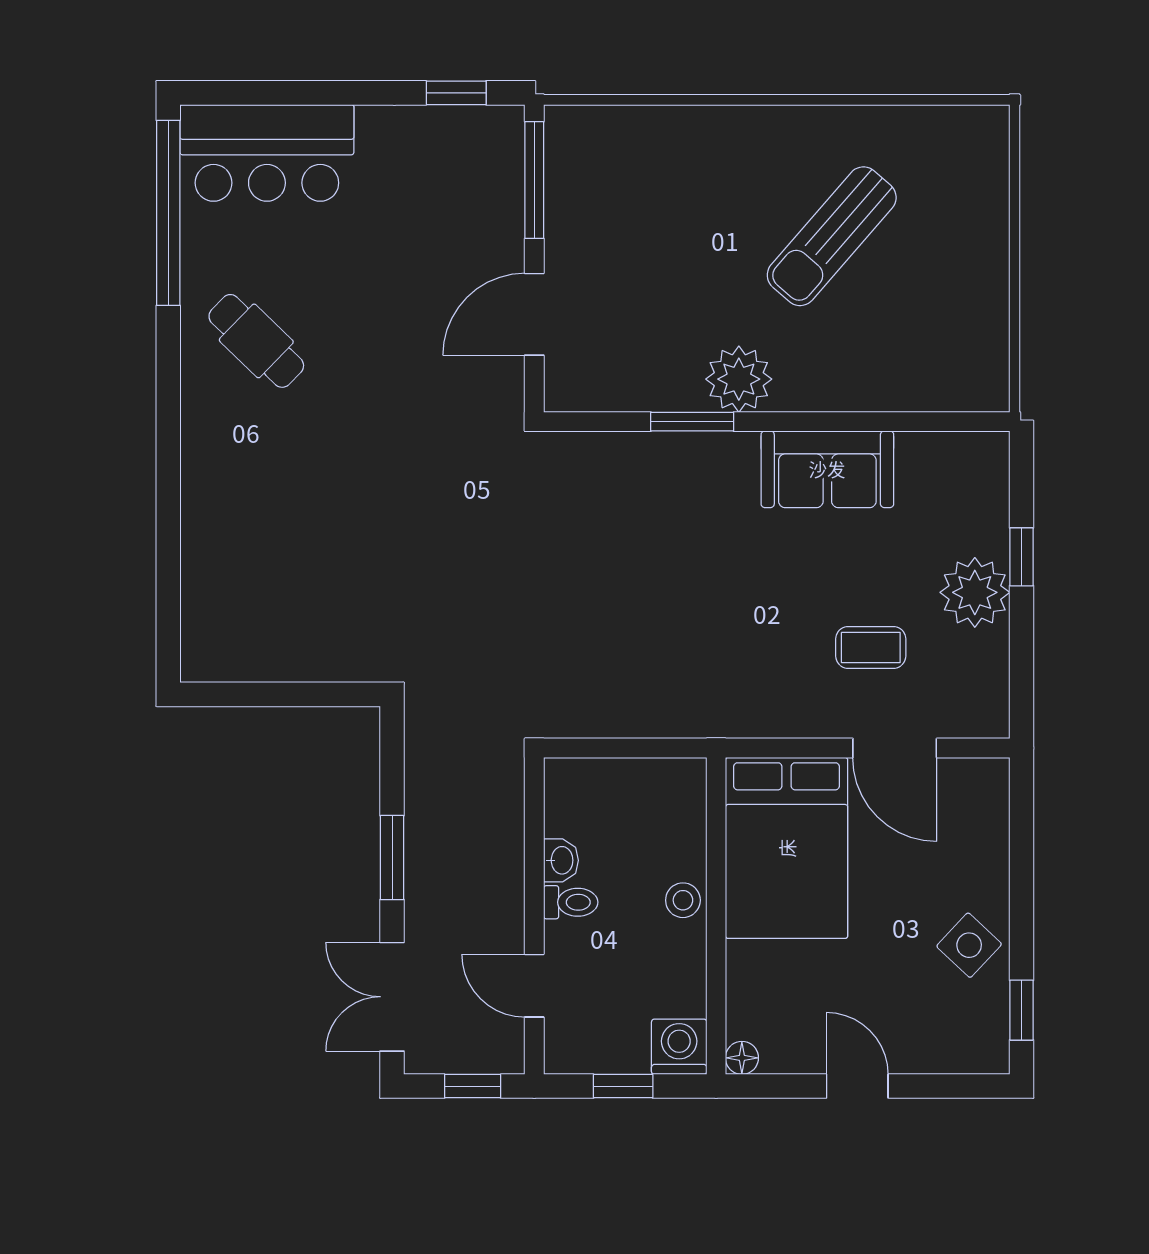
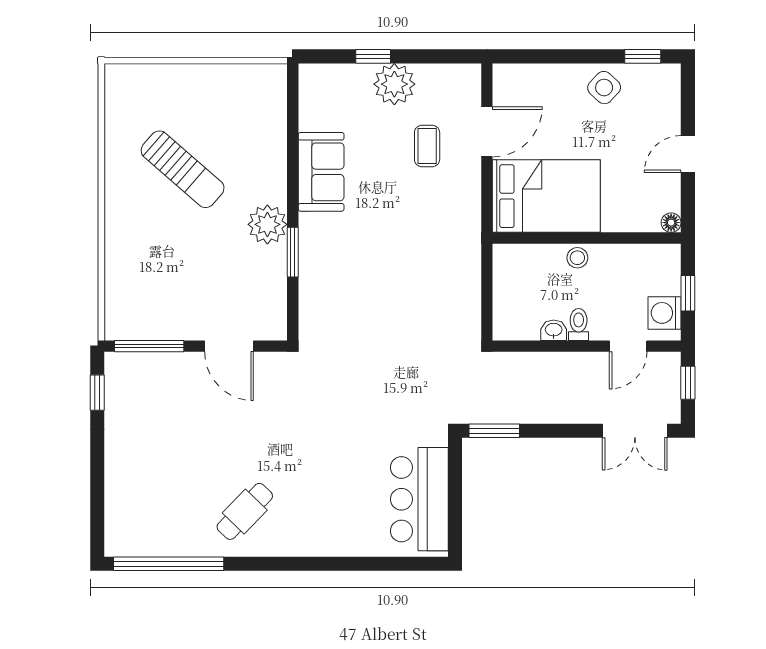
bar counter: (267, 153) -> (419, 499), moved, turned 180
window: (392, 858) -> (494, 431), moved
washing machine: (679, 1047) -> (665, 313), moved

